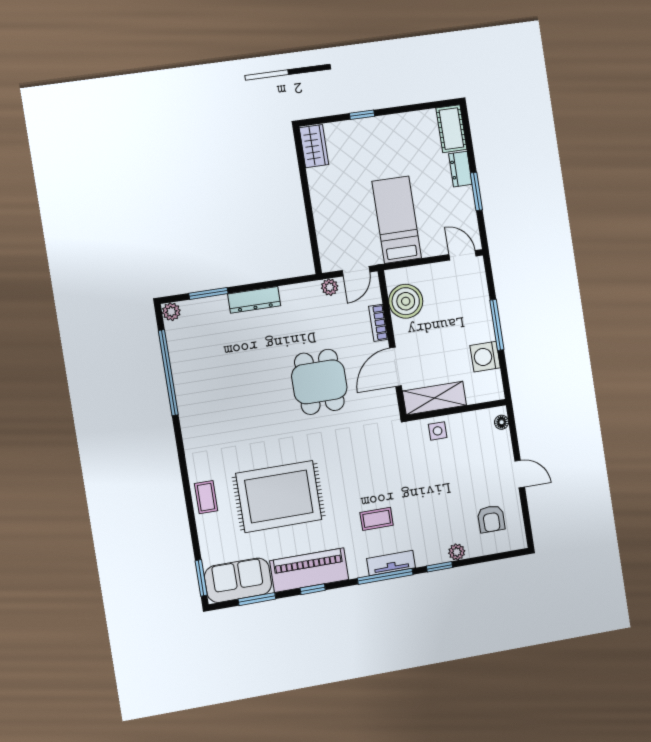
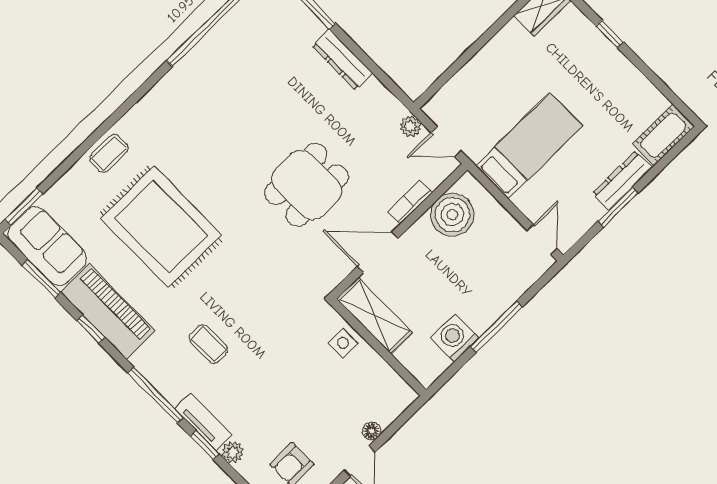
dresser: (460, 169) -> (622, 180), width x1.44
floor lamp: (502, 422) -> (372, 431), moved
tv unit: (391, 563) -> (203, 422), moved

